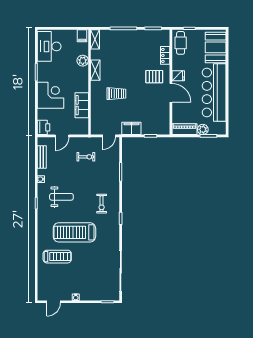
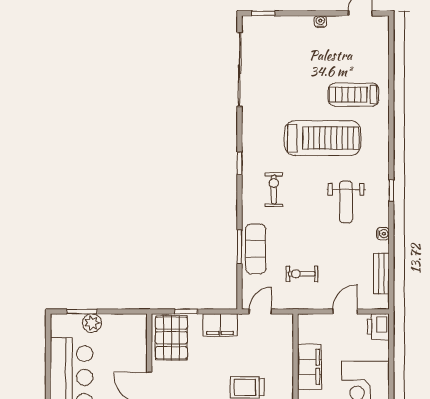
pallet: (159, 121) -> (171, 338), added
piano: (184, 129) -> (125, 324), removed
exercise mat: (112, 171) -> (256, 249), added
weight bench: (61, 197) -> (346, 202), turned -90

